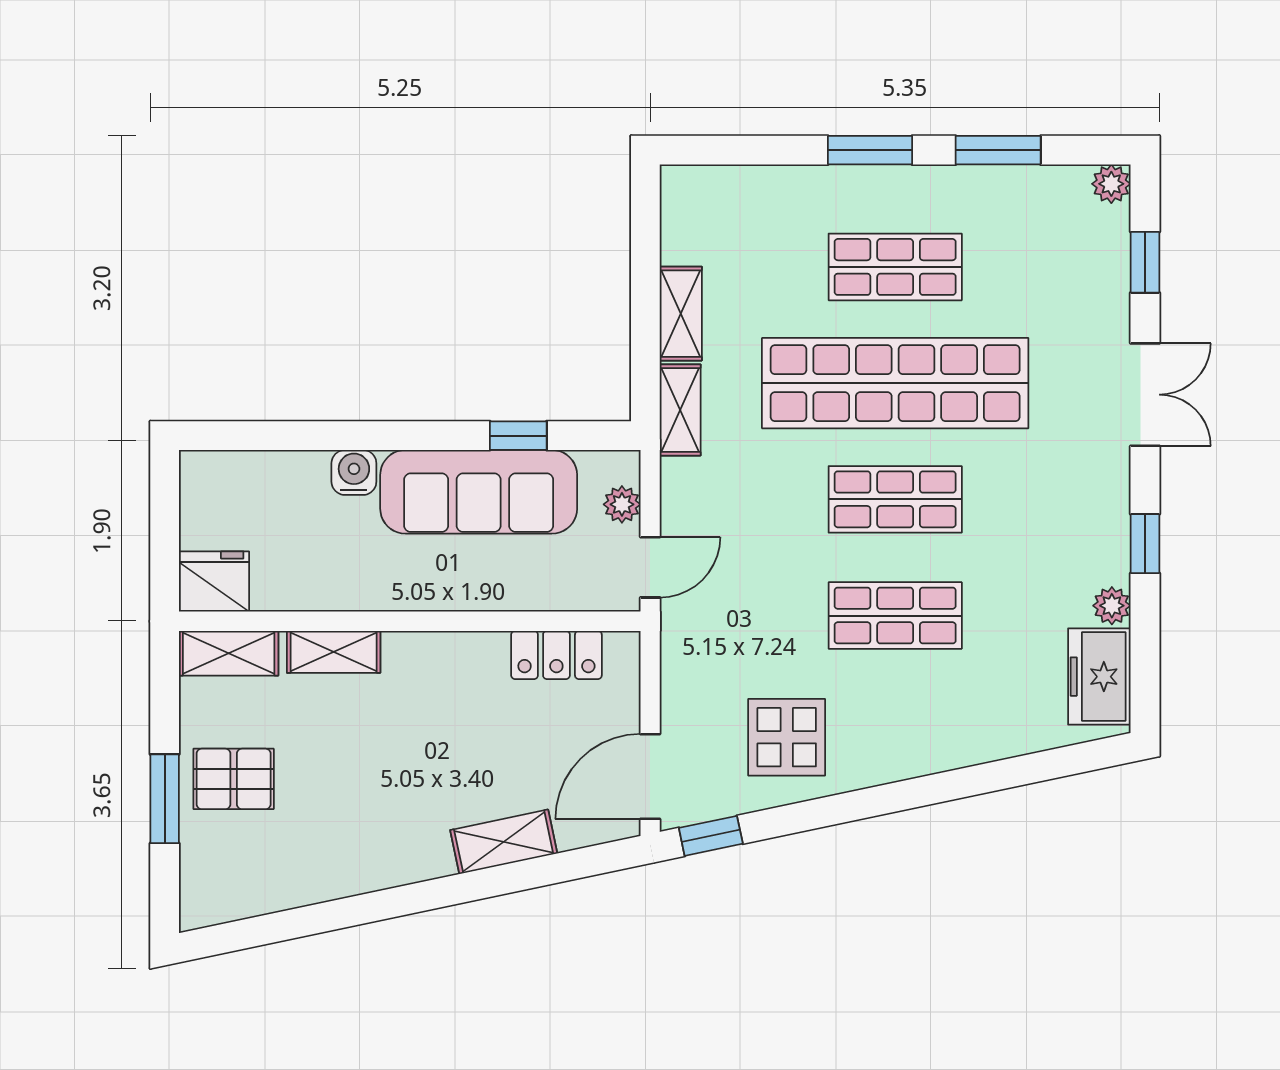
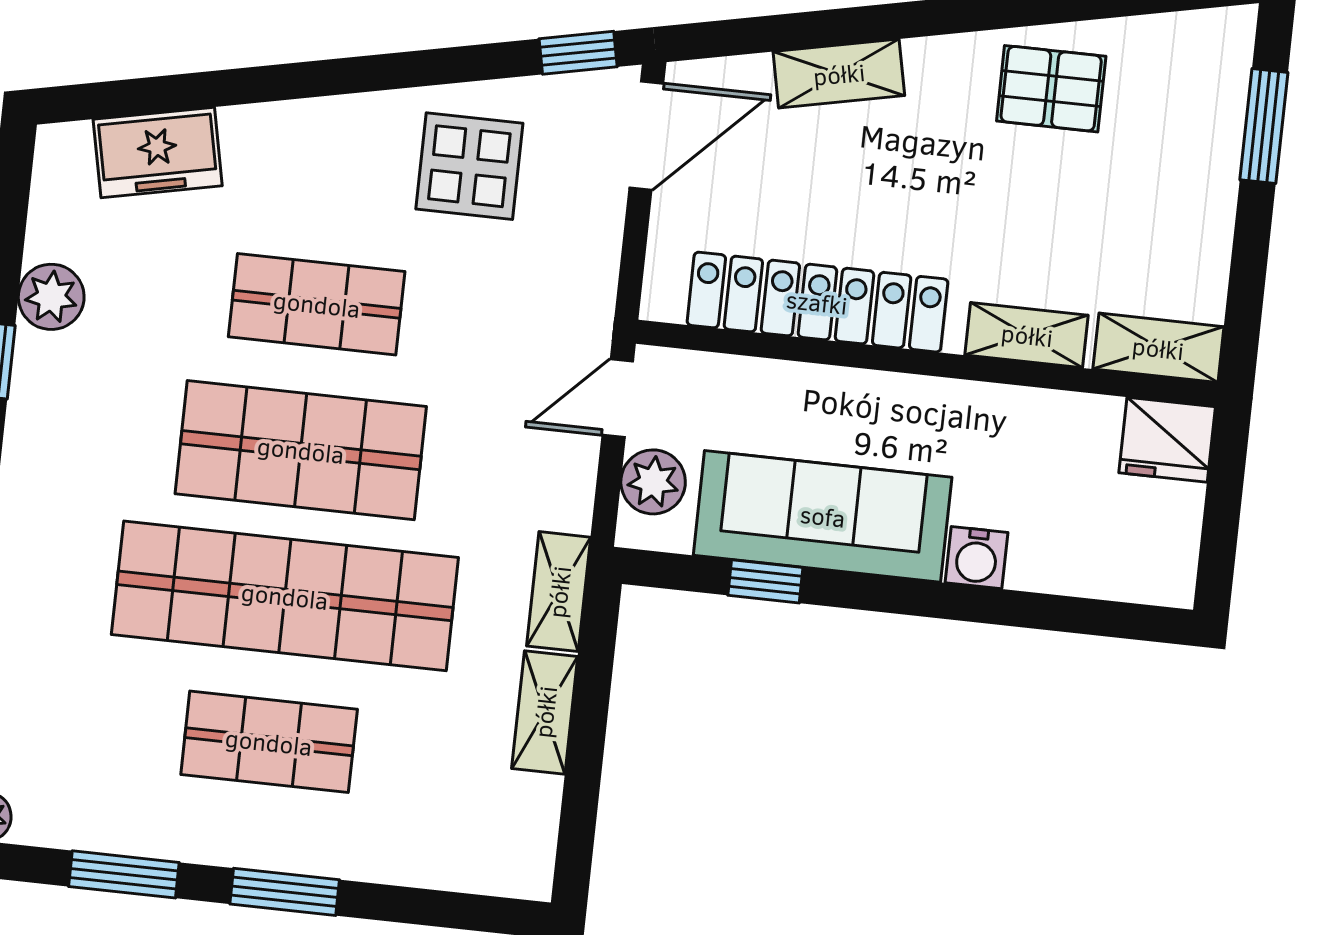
shop shelf: (895, 499) -> (301, 450), width x1.43, depth x1.36
plant: (622, 504) -> (653, 482), width x1.38, depth x1.38
plant: (1112, 606) -> (51, 297), width x1.38, depth x1.38
locker: (556, 655) -> (817, 302), width x2.16, depth x1.21
freezer: (1099, 677) -> (158, 152), moved, turned 78
pallet: (234, 779) -> (1051, 89), moved
window: (165, 799) -> (1264, 126), moved

